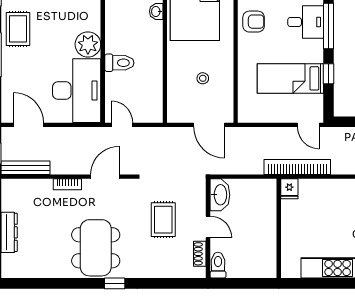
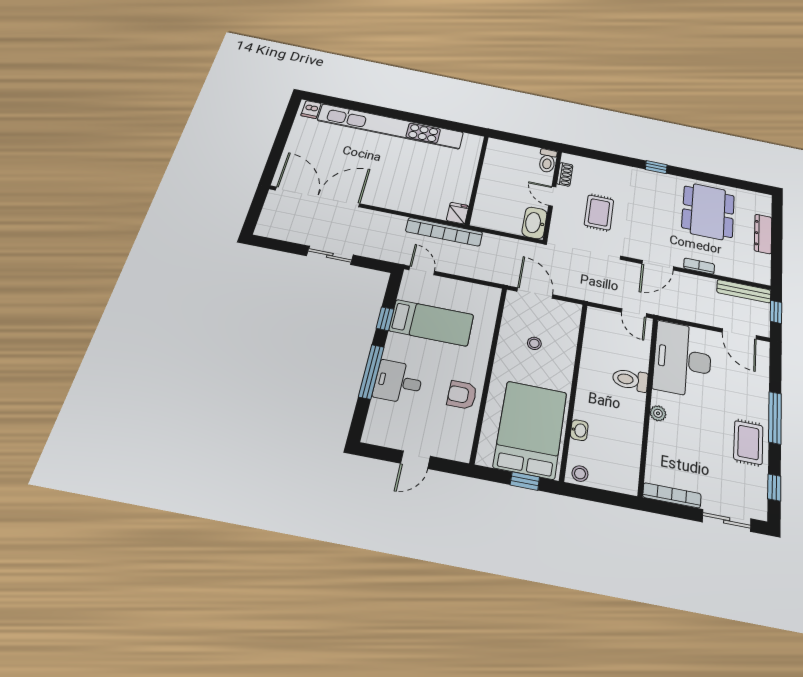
plant: (88, 44) -> (658, 413), width x0.53, depth x0.53
dining table: (96, 248) -> (708, 211), moved

